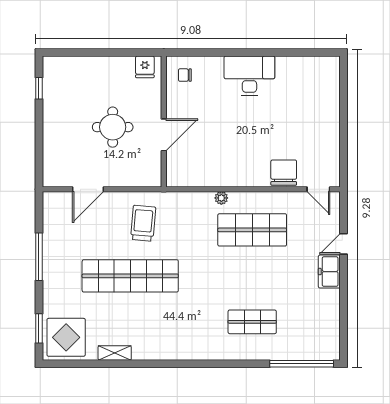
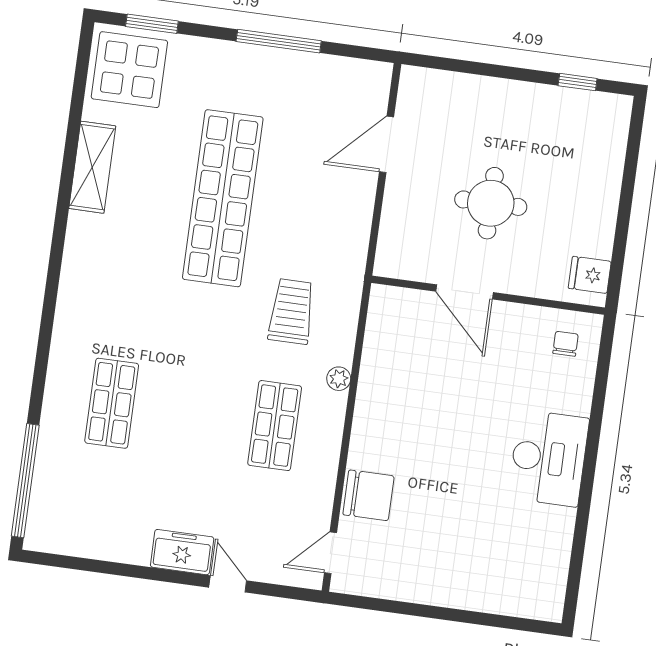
door: (88, 189) -> (386, 144), hinge flipped
trolley: (143, 223) -> (291, 311), moved, turned -95
shop shelf: (252, 230) -> (275, 426), width x0.70, depth x0.74
shelving: (115, 353) -> (92, 167), width x1.50, depth x1.33

